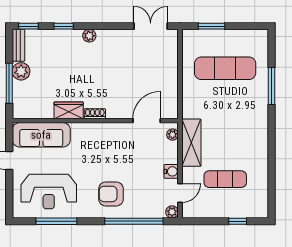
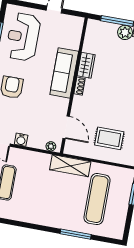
rug: (150, 67) -> (109, 138), added
sofa: (41, 135) -> (64, 73), moved
shelving: (191, 143) -> (70, 166), moved

